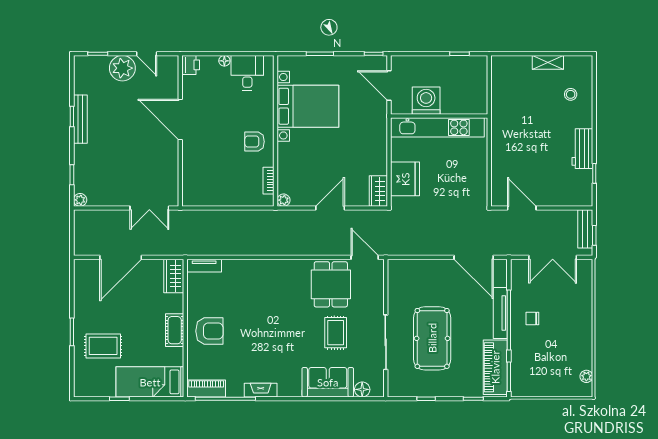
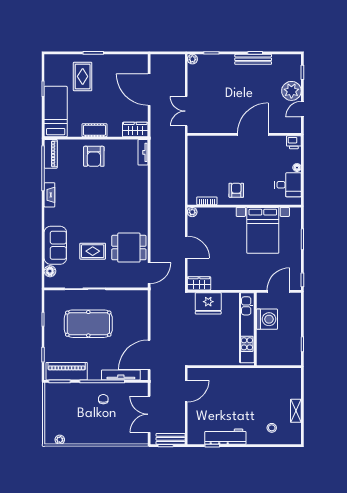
workbench: (582, 149) -> (225, 437), width x1.38
tv unit: (500, 313) -> (121, 375), moved

